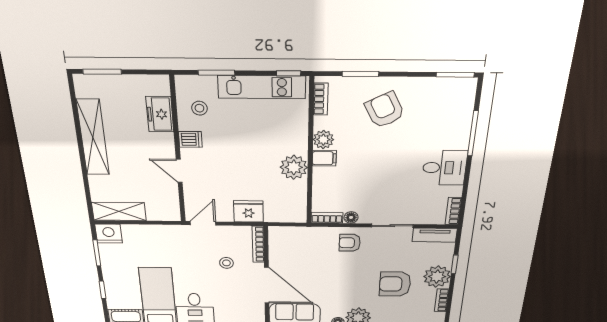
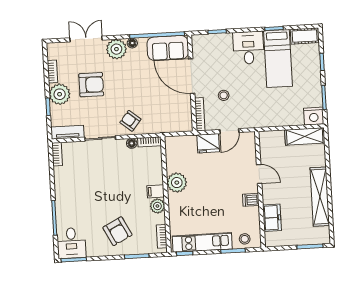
stool: (199, 108) -> (245, 239), moved
desk: (444, 168) -> (71, 243), moved, turned -90
door: (203, 223) -> (229, 131), moved
armchair: (350, 243) -> (130, 121), turned -141

